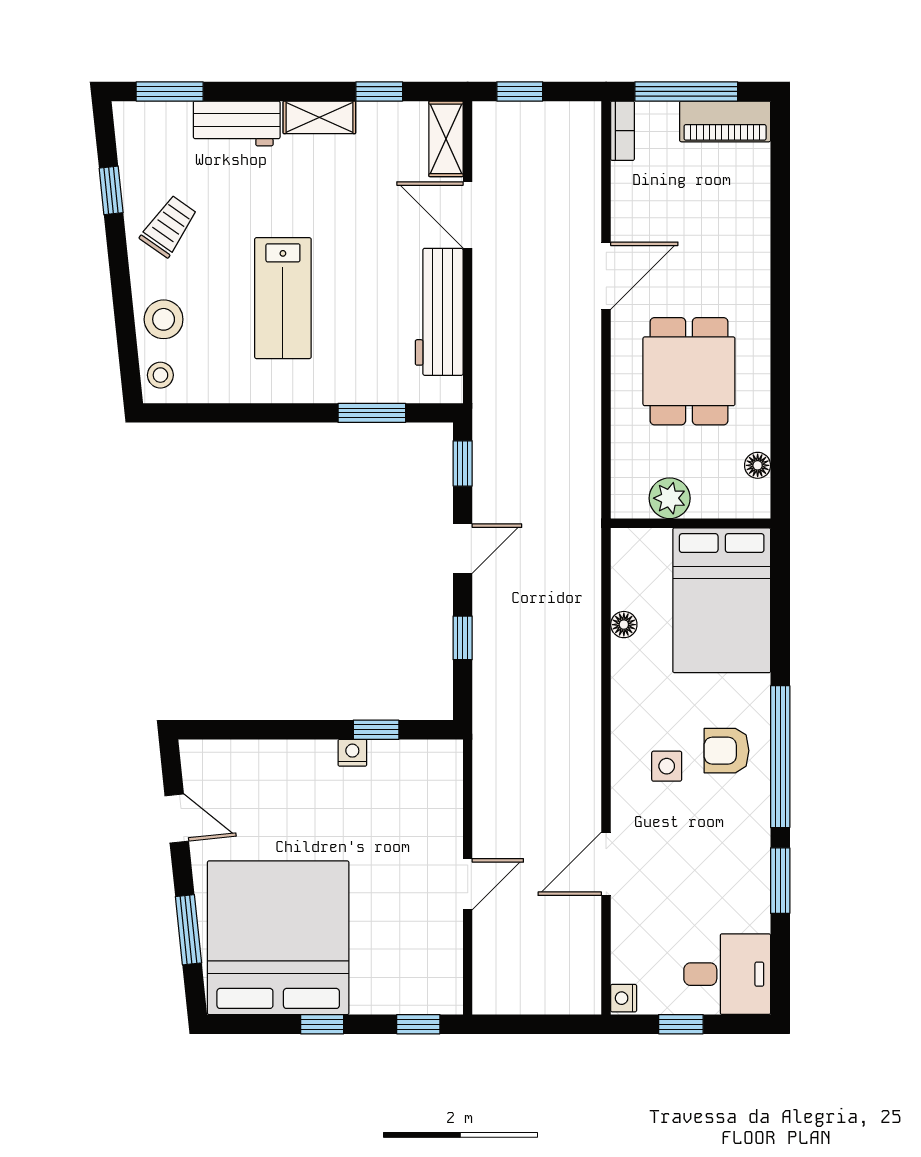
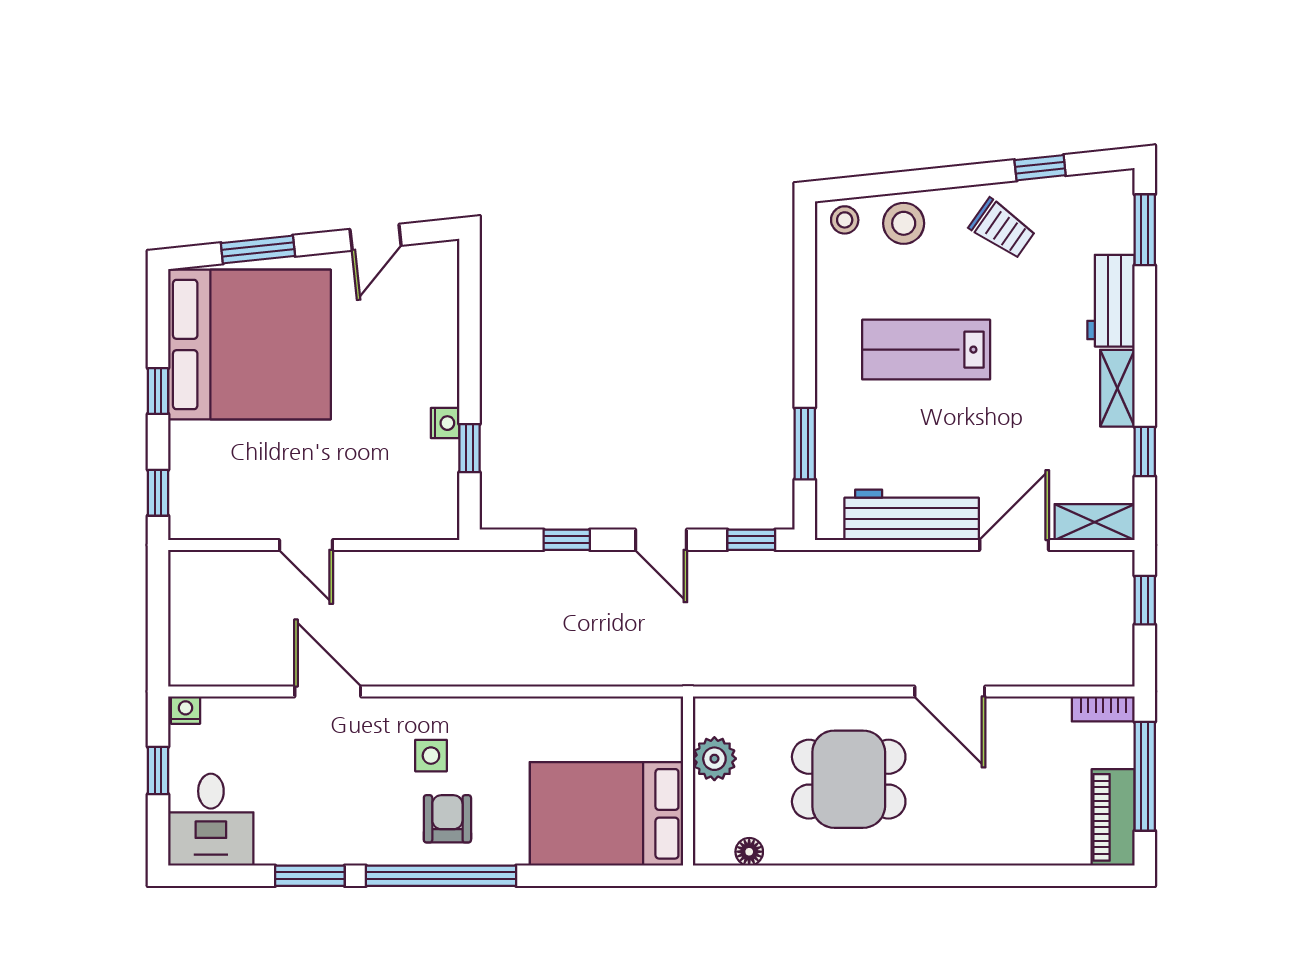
floor lamp: (624, 625) -> (581, 710), removed

